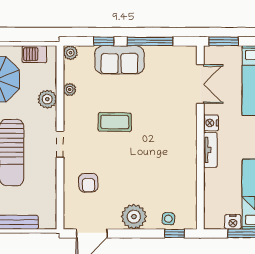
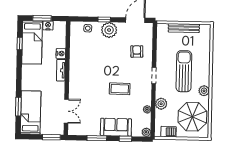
window: (150, 41) -> (97, 138), width x0.69
double door: (200, 84) -> (66, 111), swing flipped
nightstand: (211, 123) -> (61, 54), moved
window: (175, 233) -> (104, 19), moved

